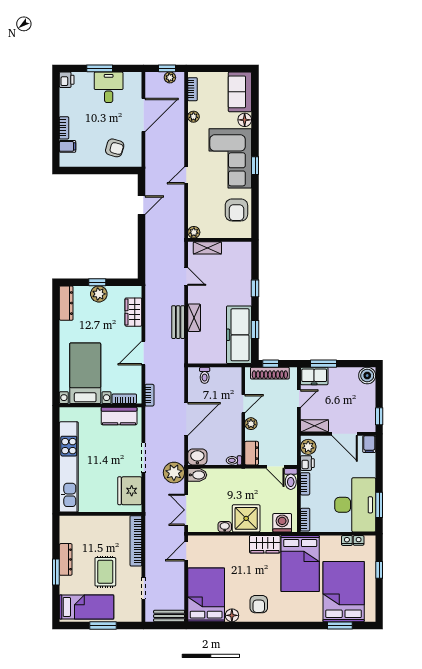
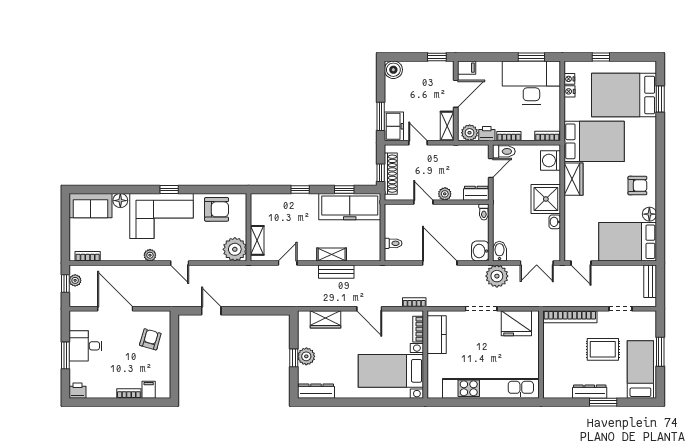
plant: (193, 117) -> (150, 255), moved
plant: (194, 232) -> (235, 249), width x1.88, depth x1.88

